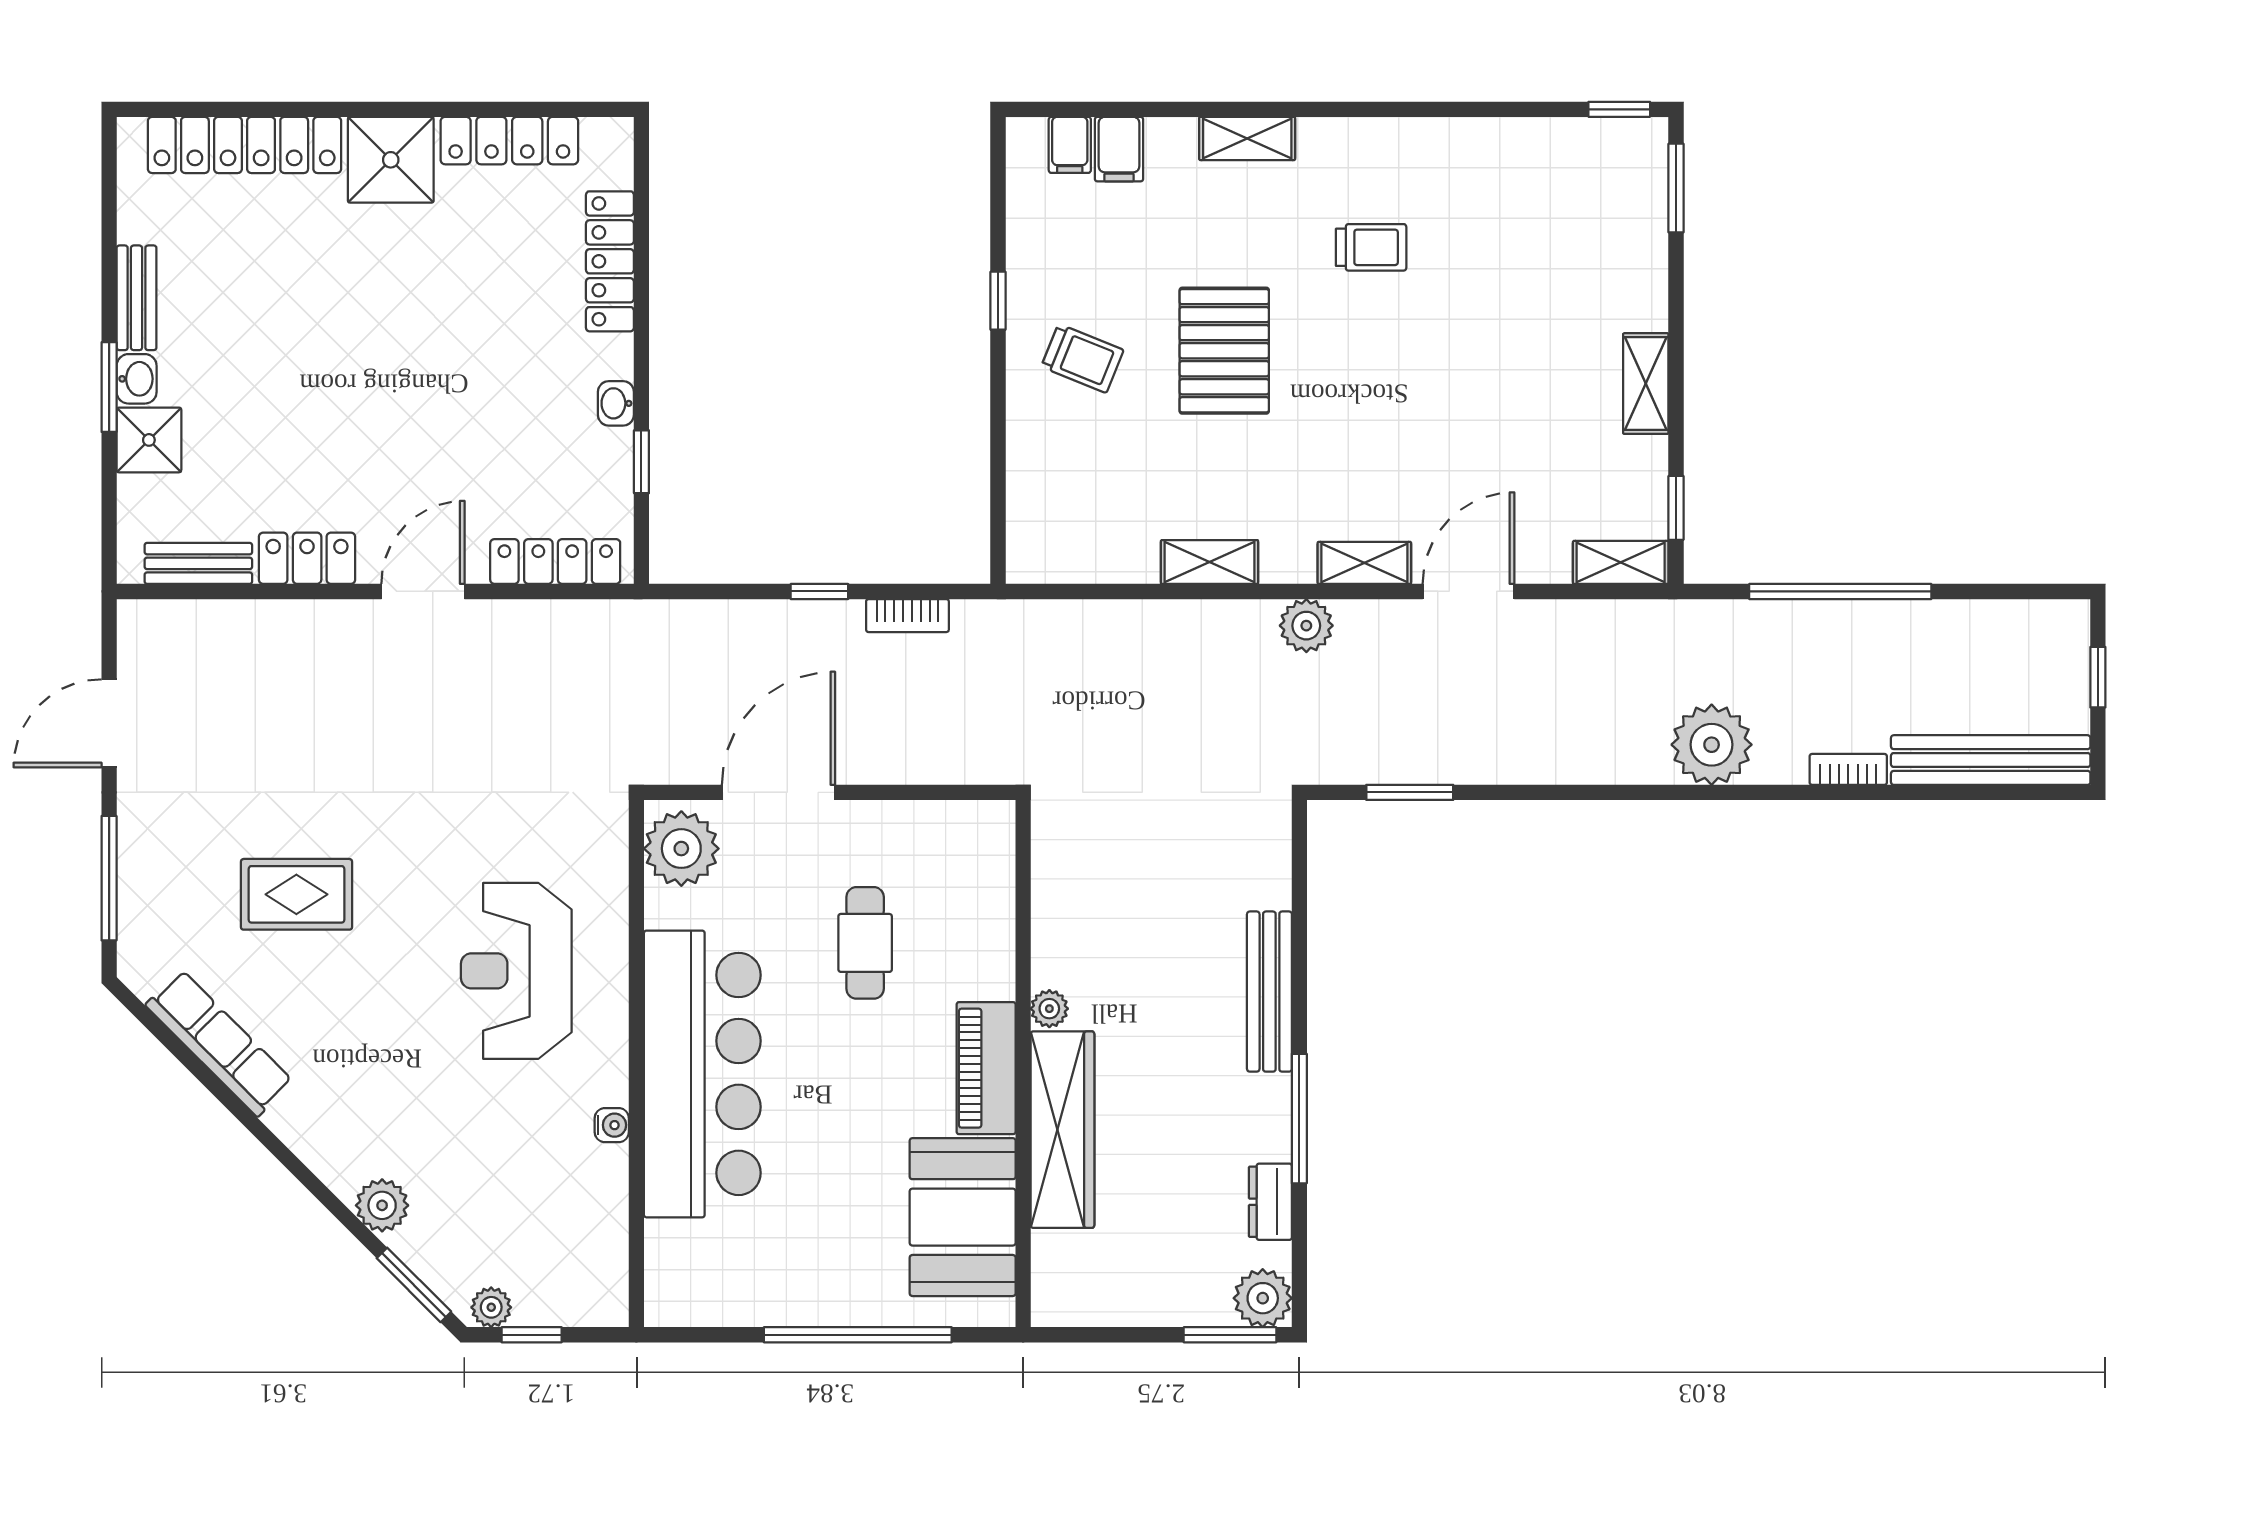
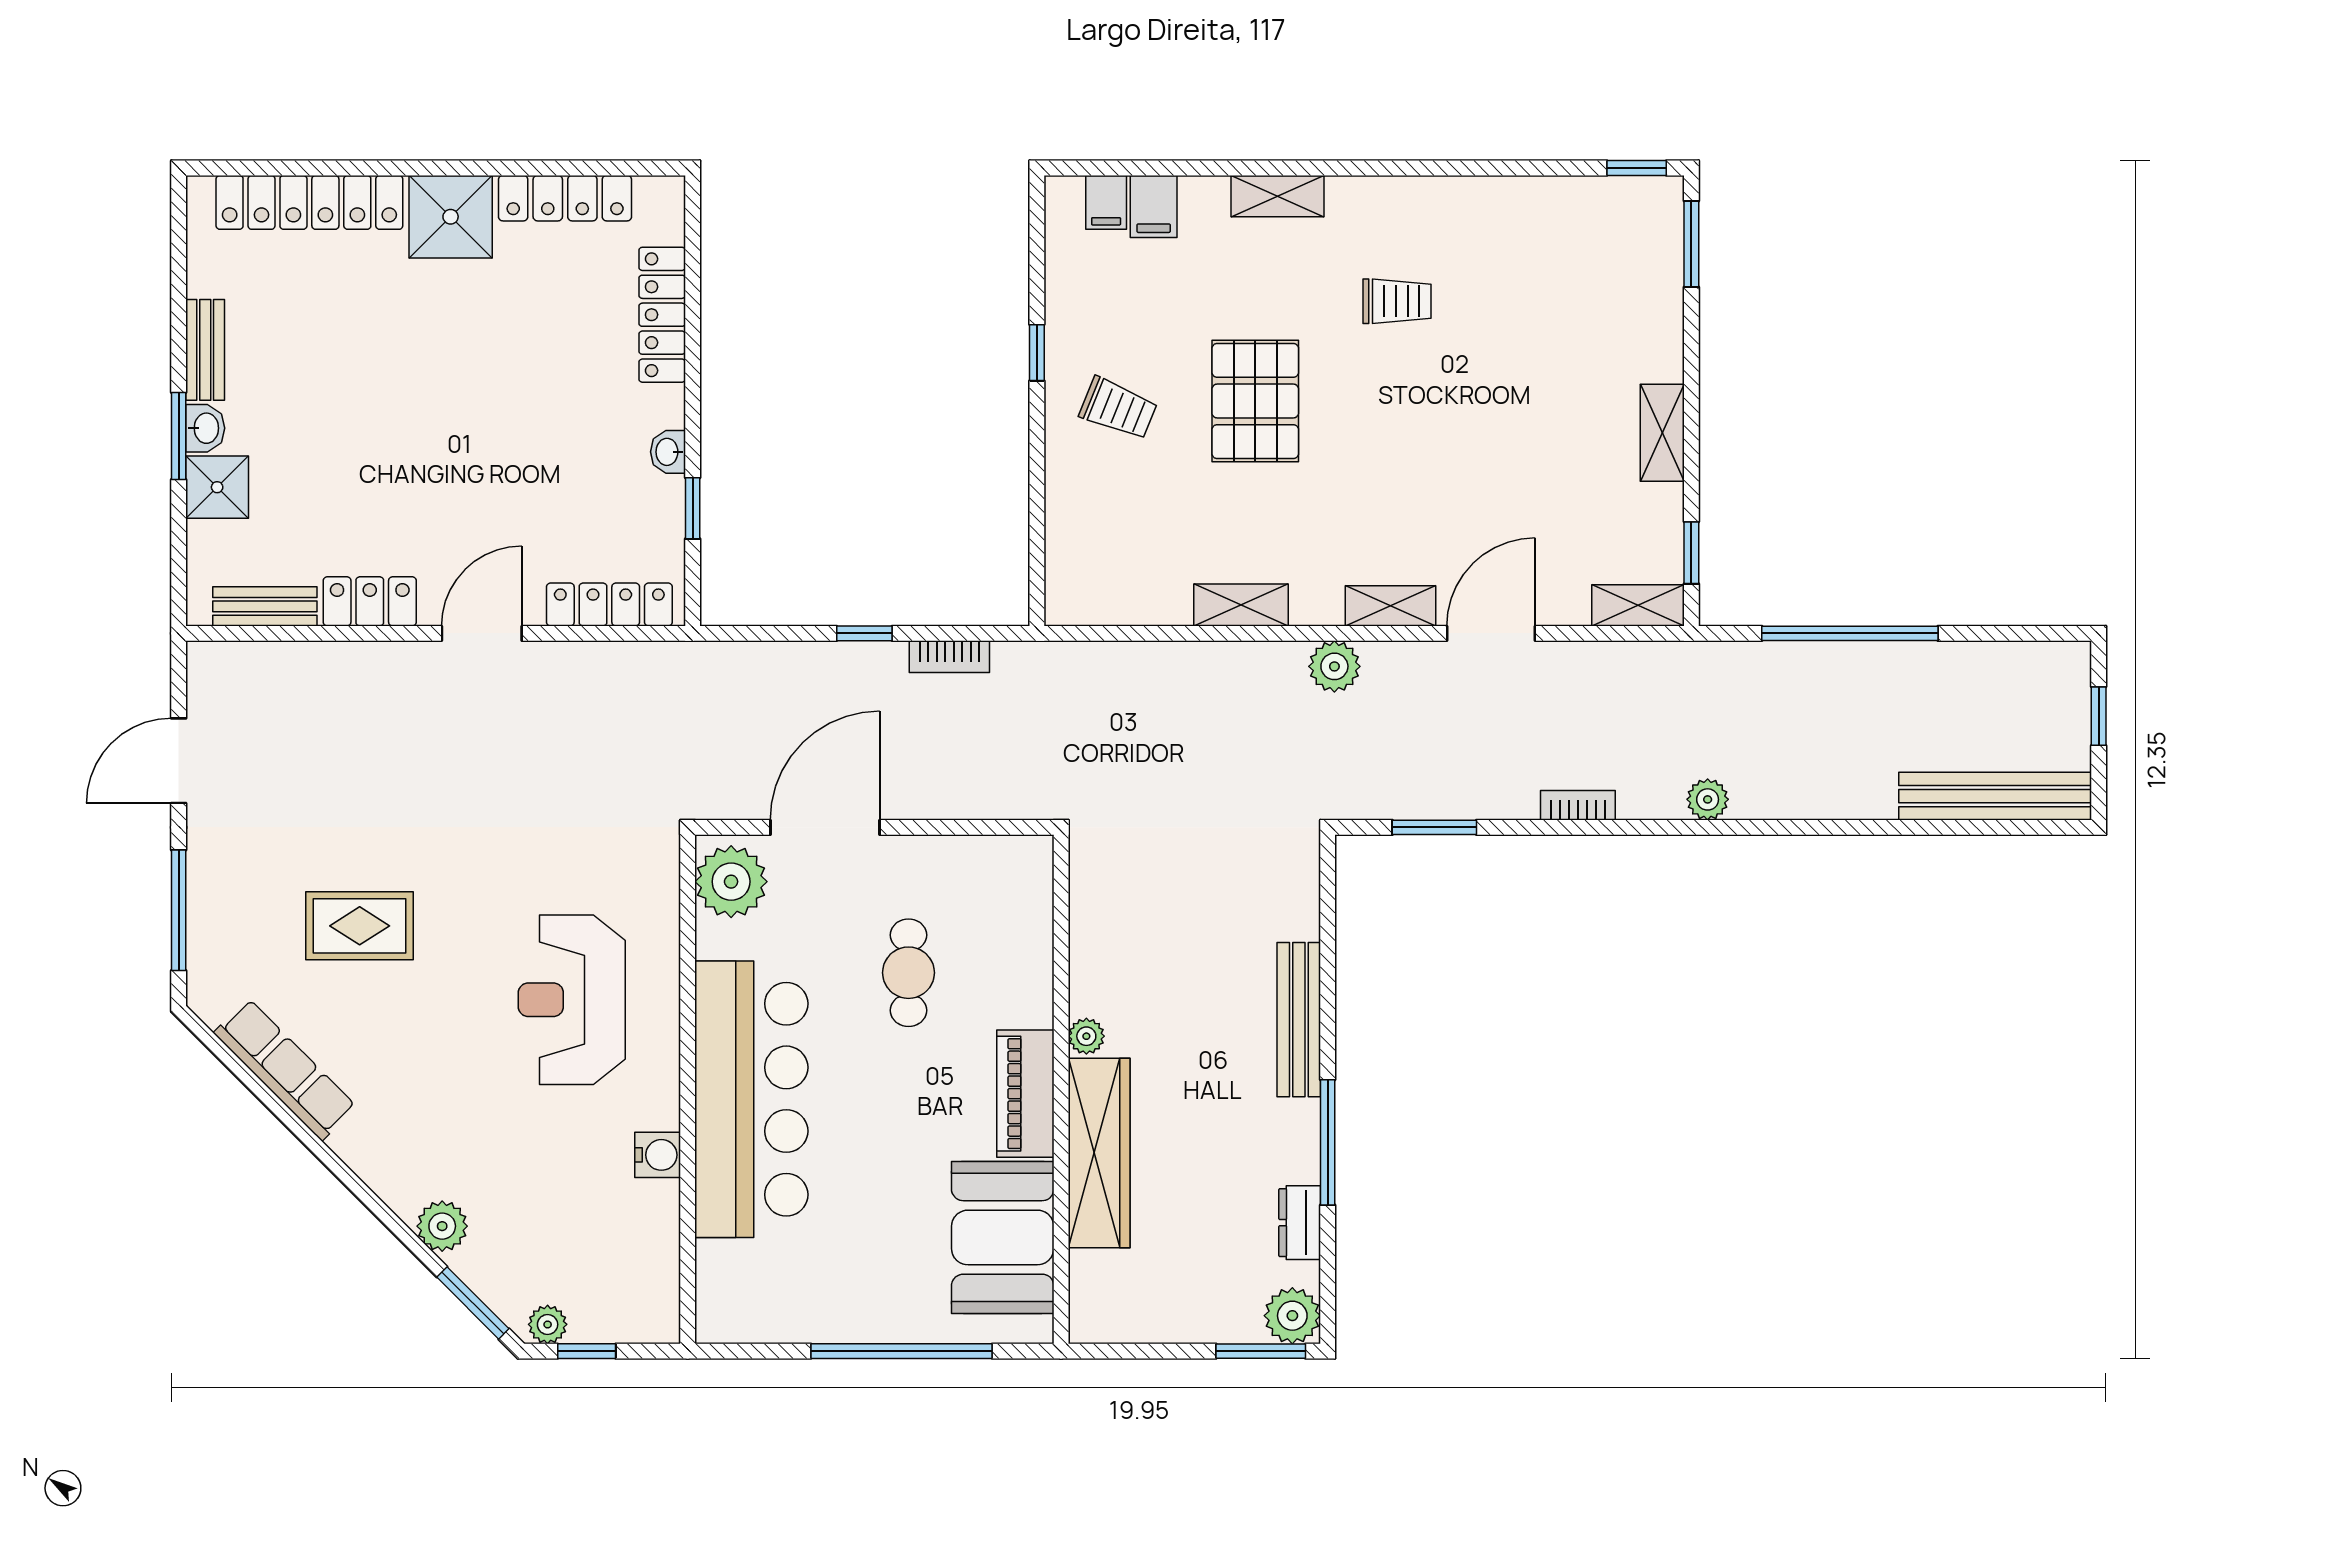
plant: (1712, 745) -> (1708, 799), width x0.53, depth x0.53
bookcase: (1848, 769) -> (1578, 805), moved
water cooler: (612, 1125) -> (658, 1155), width x1.38, depth x1.38

